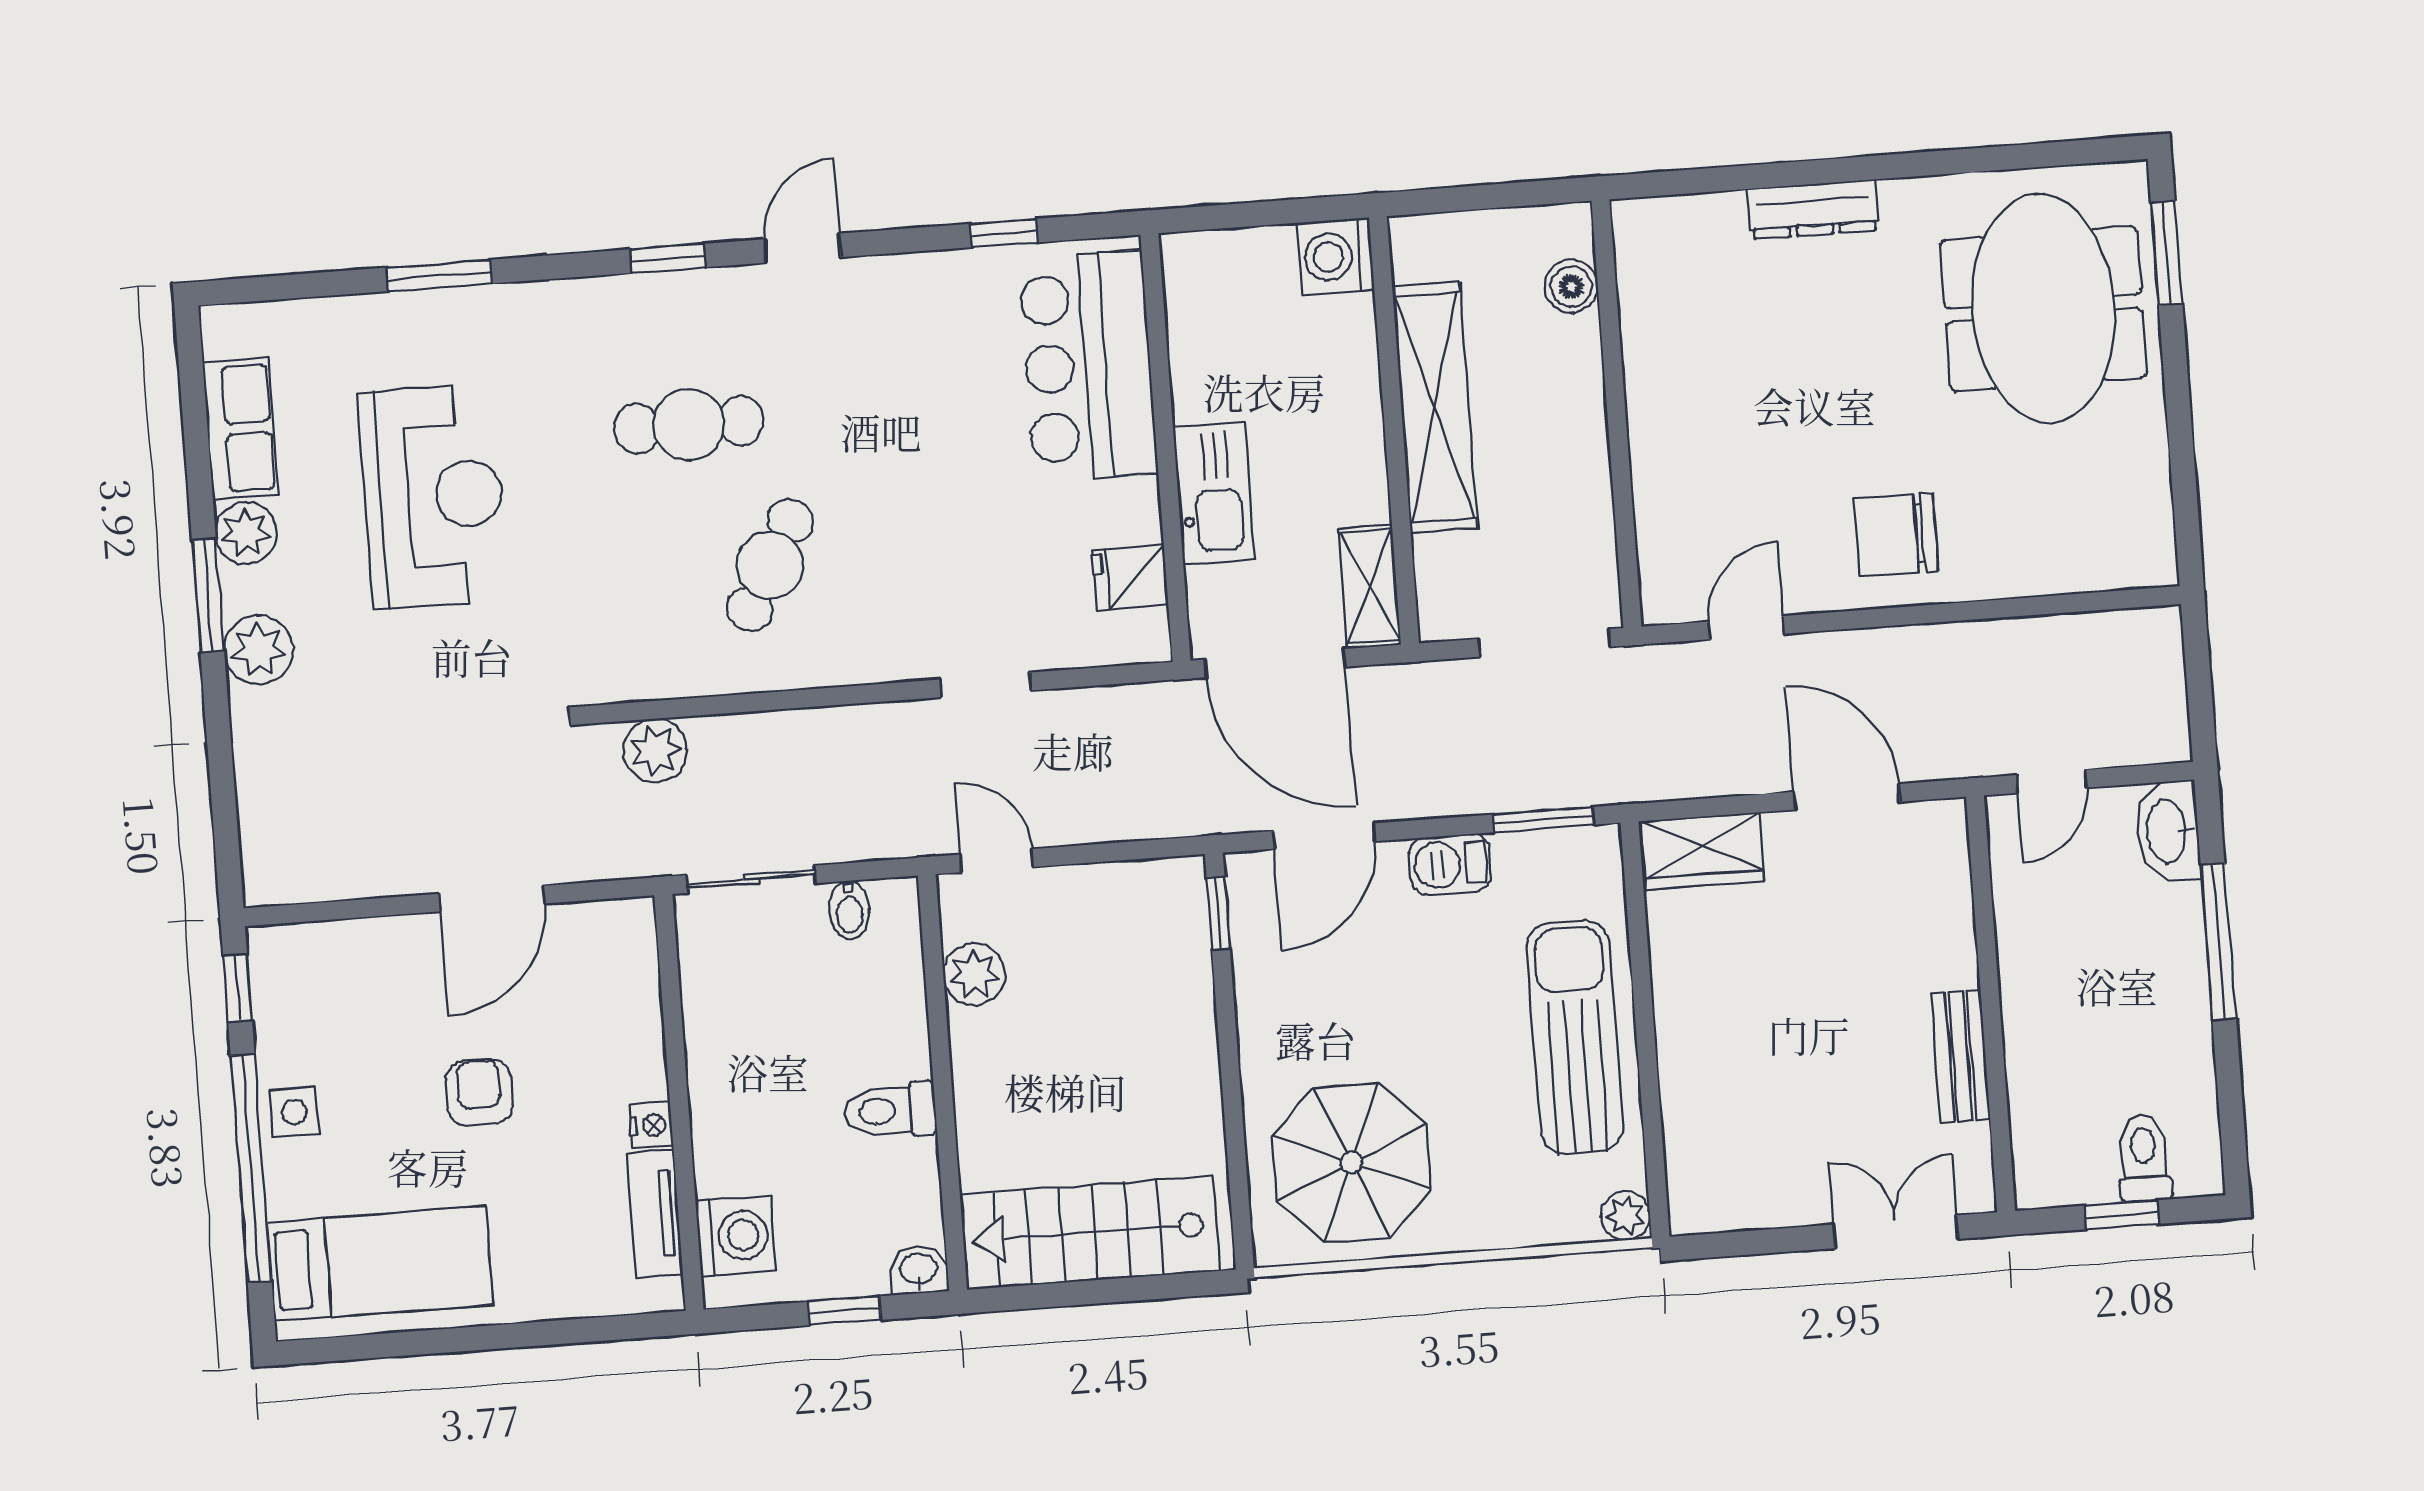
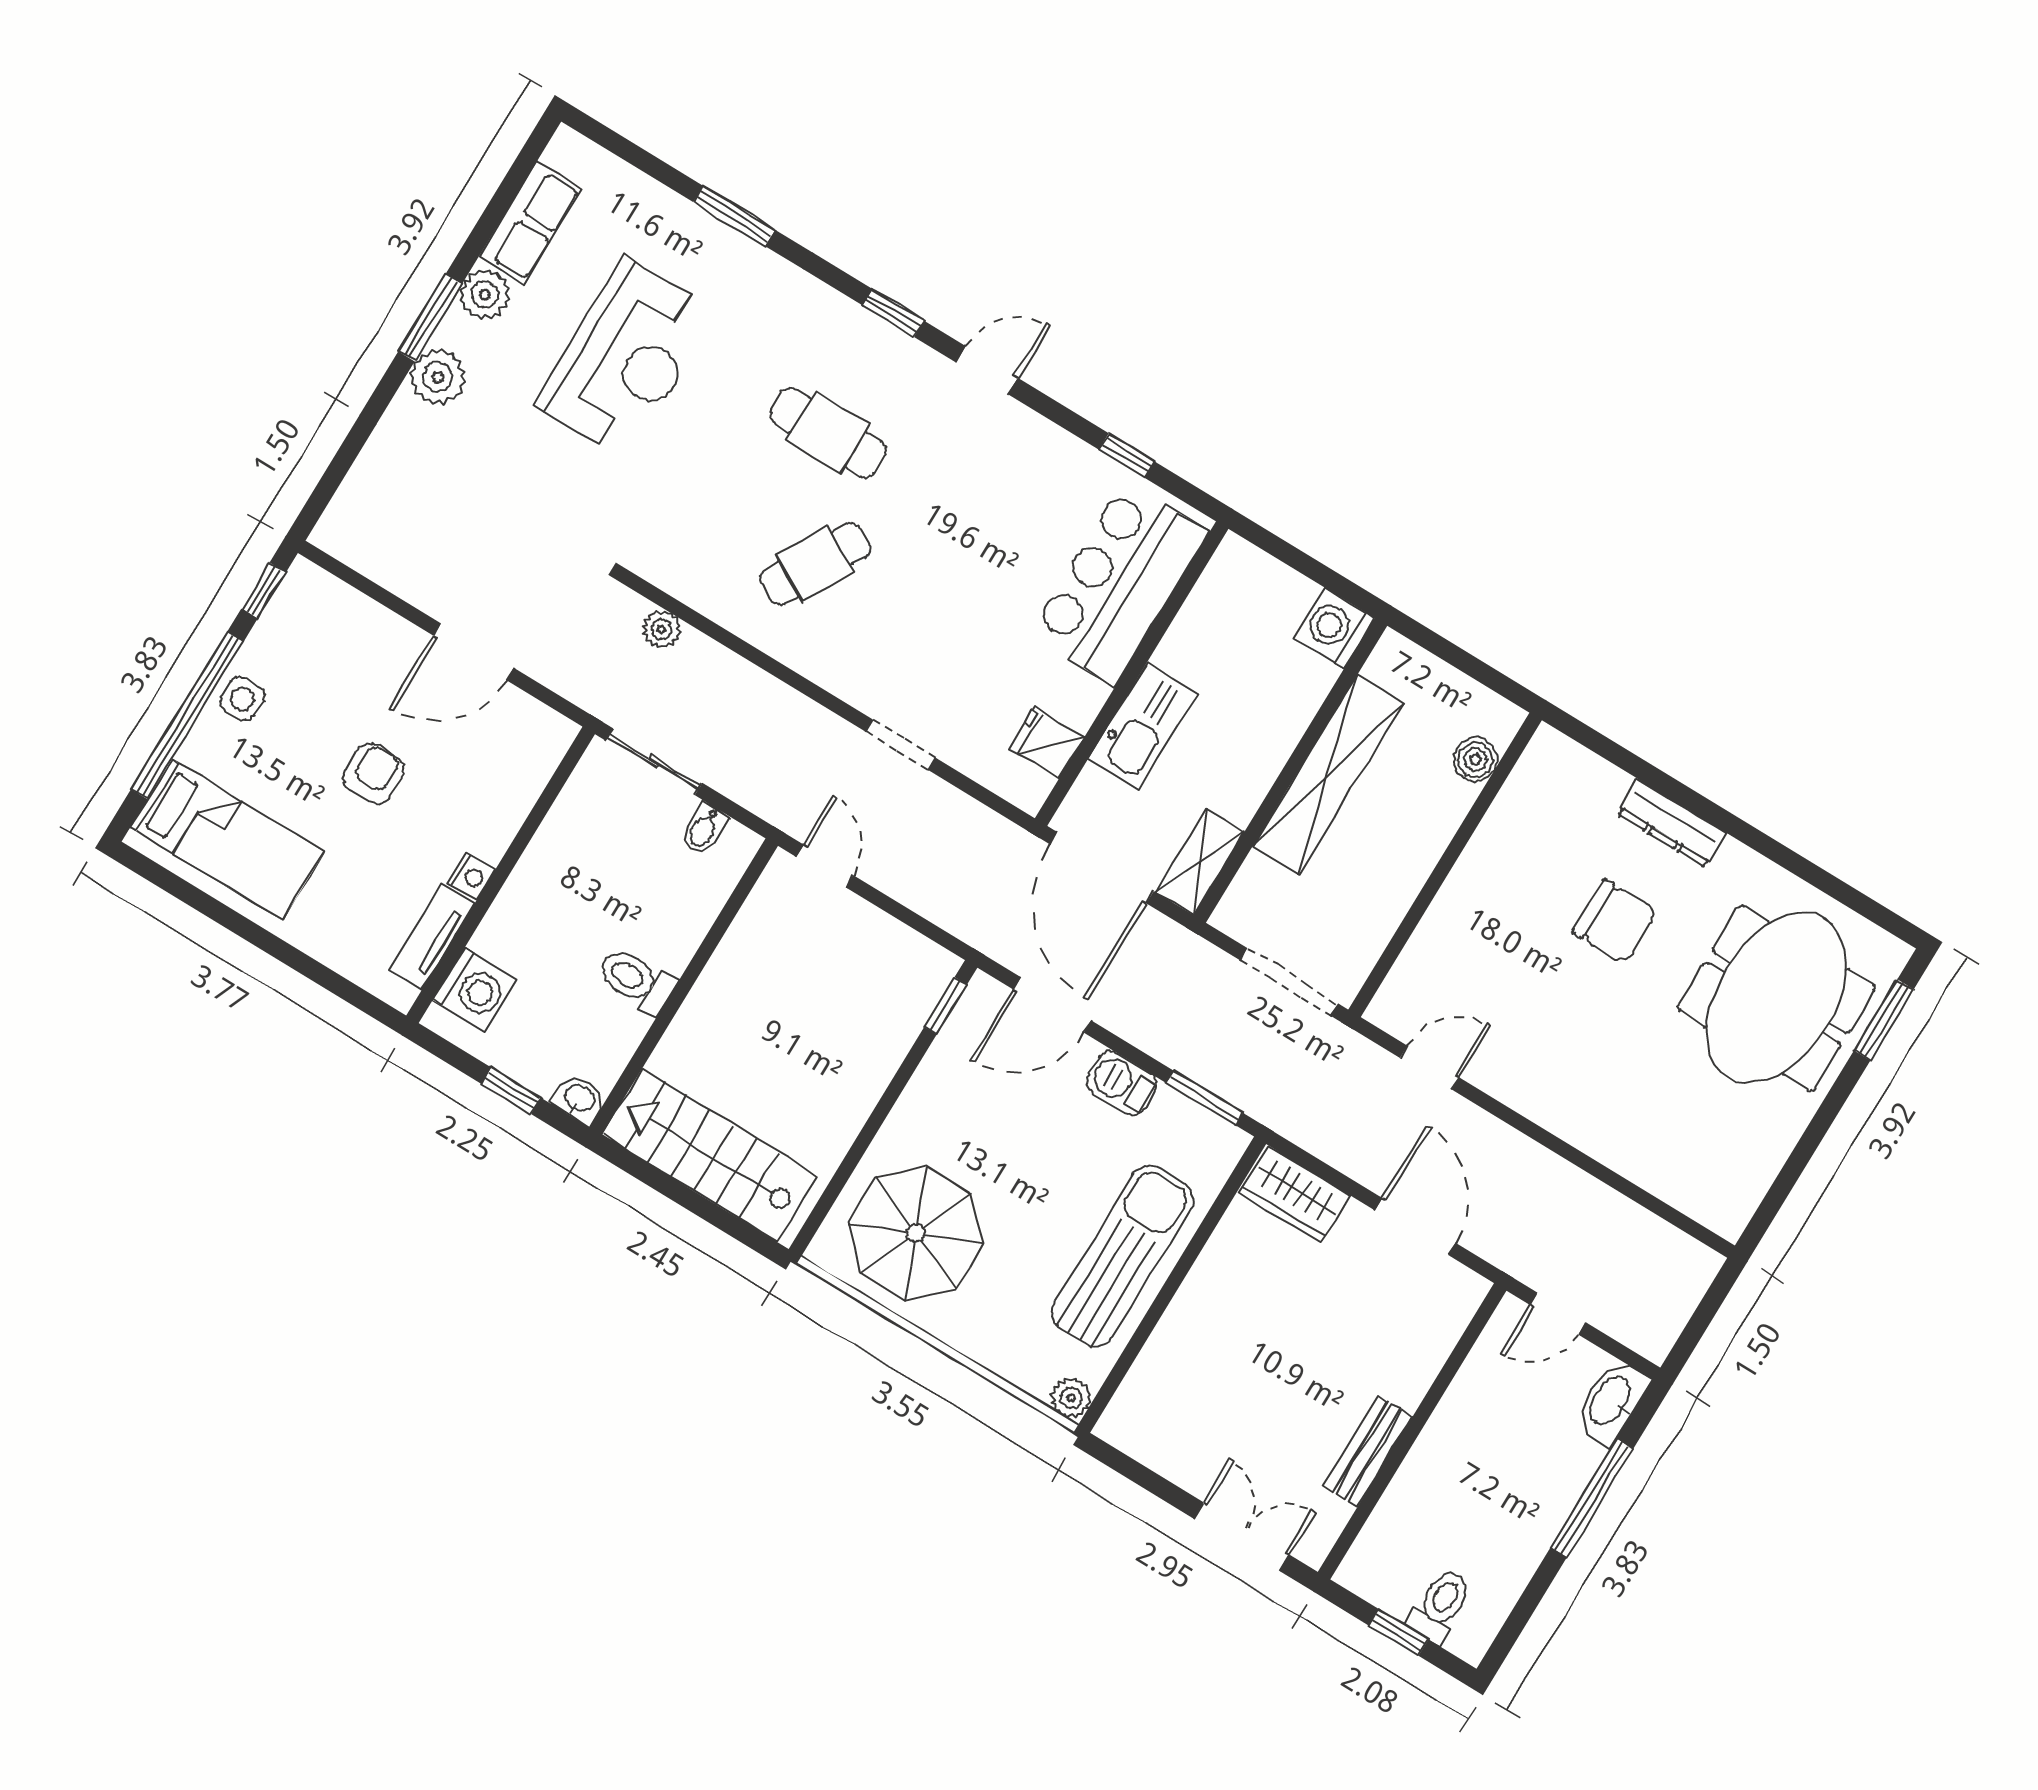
chair: (1896, 535) -> (1615, 922), moved, turned 180
plant: (655, 751) -> (661, 629), width x0.73, depth x0.73
plant: (974, 974) -> (756, 930), removed

